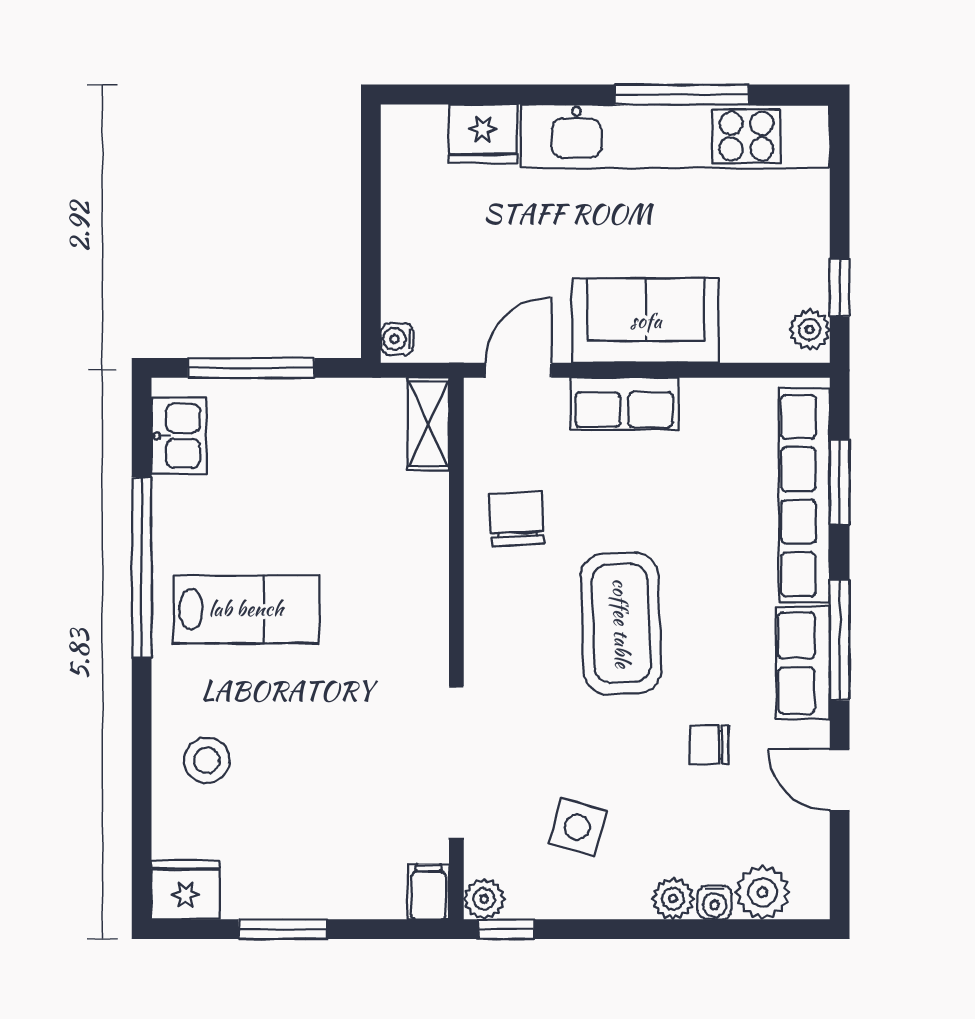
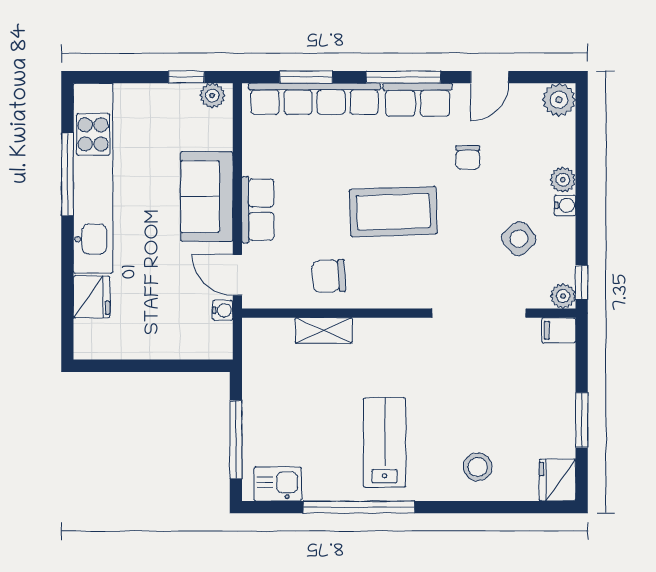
water cooler: (397, 339) -> (223, 310), moved, turned -90
shelving: (428, 424) -> (324, 330), moved
side table: (577, 827) -> (519, 239), turned 33
plant: (762, 892) -> (559, 100), moved
water cooler: (715, 902) -> (565, 205), moved

